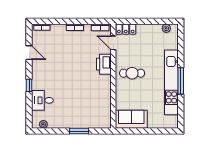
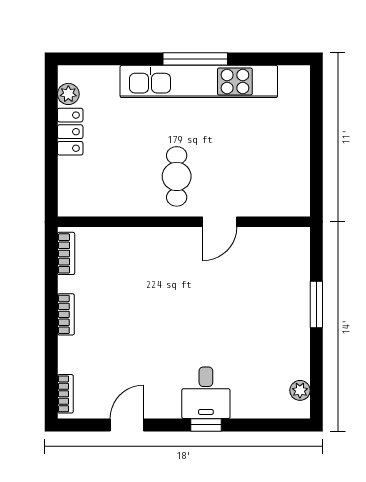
locker: (126, 29) -> (70, 132), moved
door: (113, 43) -> (220, 222), moved
printer: (104, 64) -> (155, 244), removed
desk: (42, 100) -> (206, 393), moved
sofa: (131, 119) -> (288, 178), removed

